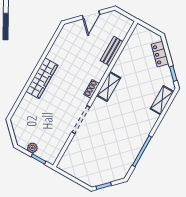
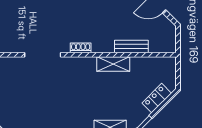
shelving: (109, 87) -> (113, 64), moved

